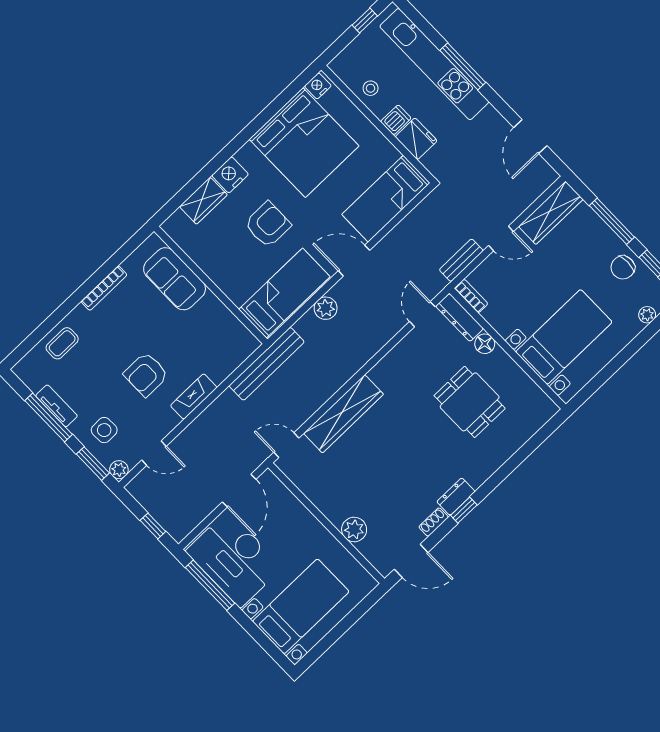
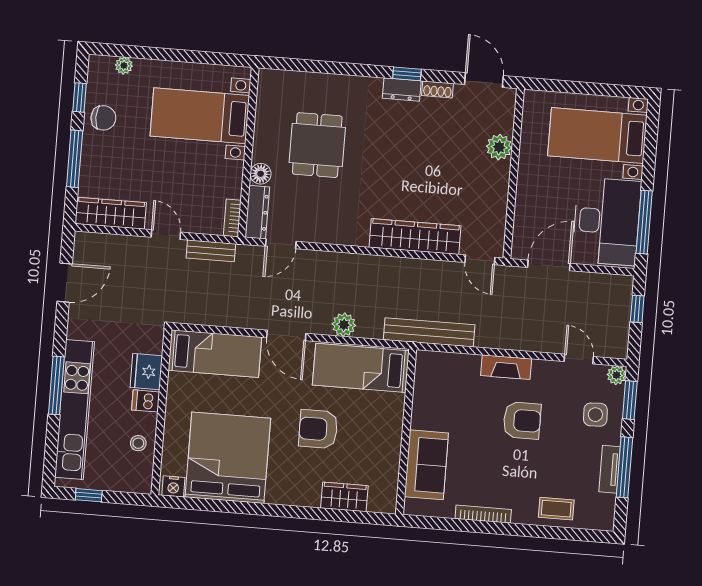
nightstand: (230, 175) -> (305, 494), removed

